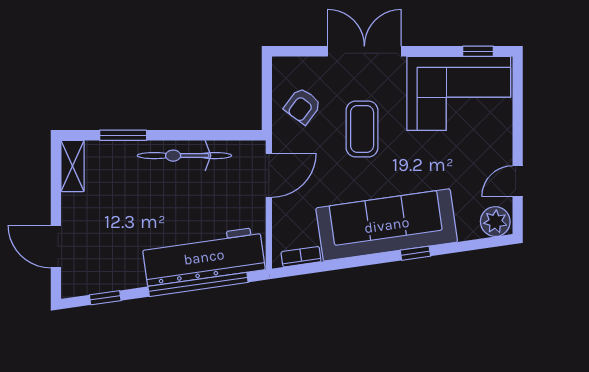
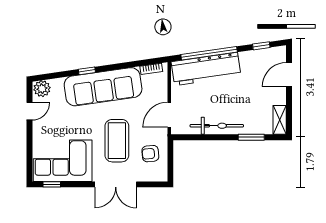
armchair: (303, 106) -> (150, 154), turned -132
coffee table: (362, 129) -> (117, 141), width x1.36, depth x1.32
door: (56, 247) -> (289, 75), swing flipped

